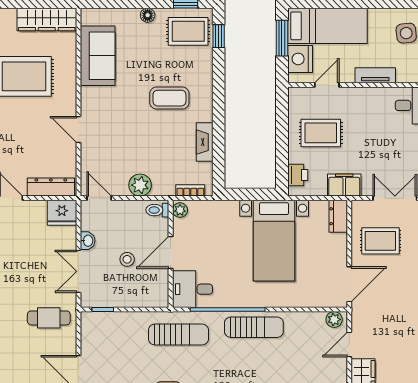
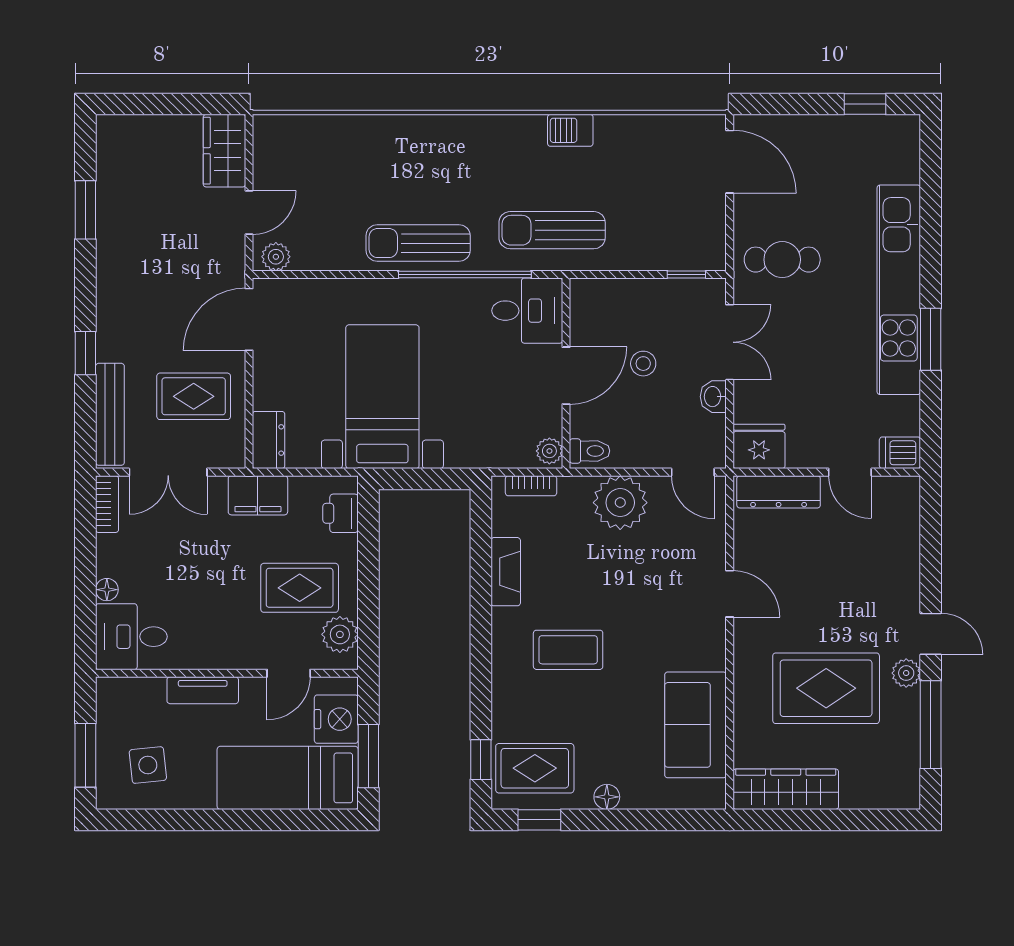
plant: (298, 107) -> (340, 634), added
plant: (140, 185) -> (620, 503), width x1.36, depth x1.36

